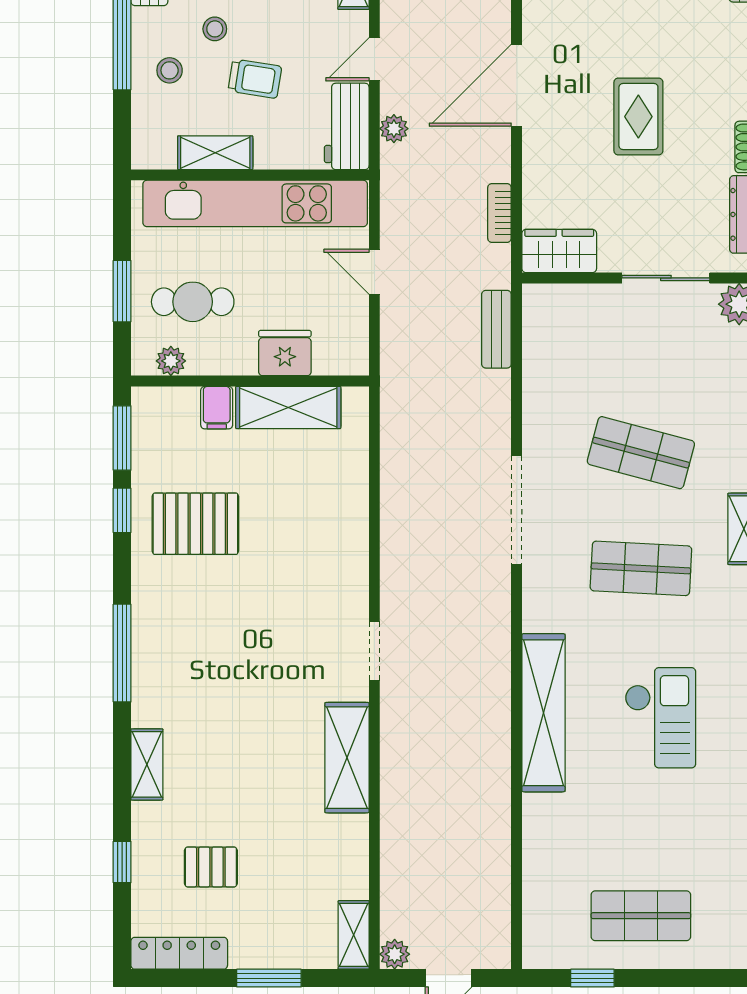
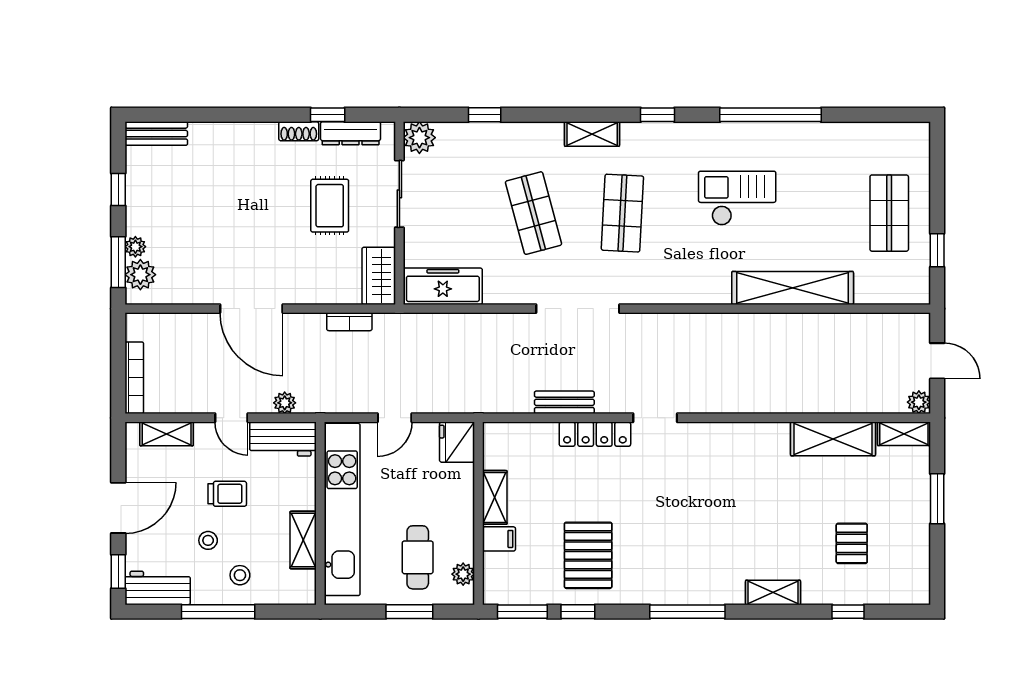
trolley: (255, 79) -> (227, 494), moved, turned 81
rug: (638, 117) -> (330, 206), moved, turned 90
bench: (496, 329) -> (564, 402), moved
freezer: (546, 335) -> (443, 286), added
fridge: (285, 353) -> (457, 442), moved
shelving: (288, 407) -> (495, 497), width x0.67, depth x0.75
shop shelf: (641, 453) -> (533, 213), turned -30
doorway: (374, 651) -> (655, 418), moved
shelving: (543, 713) -> (793, 288), moved
shelving: (347, 758) -> (833, 439), moved
locker: (179, 953) -> (595, 434), moved, turned -90

